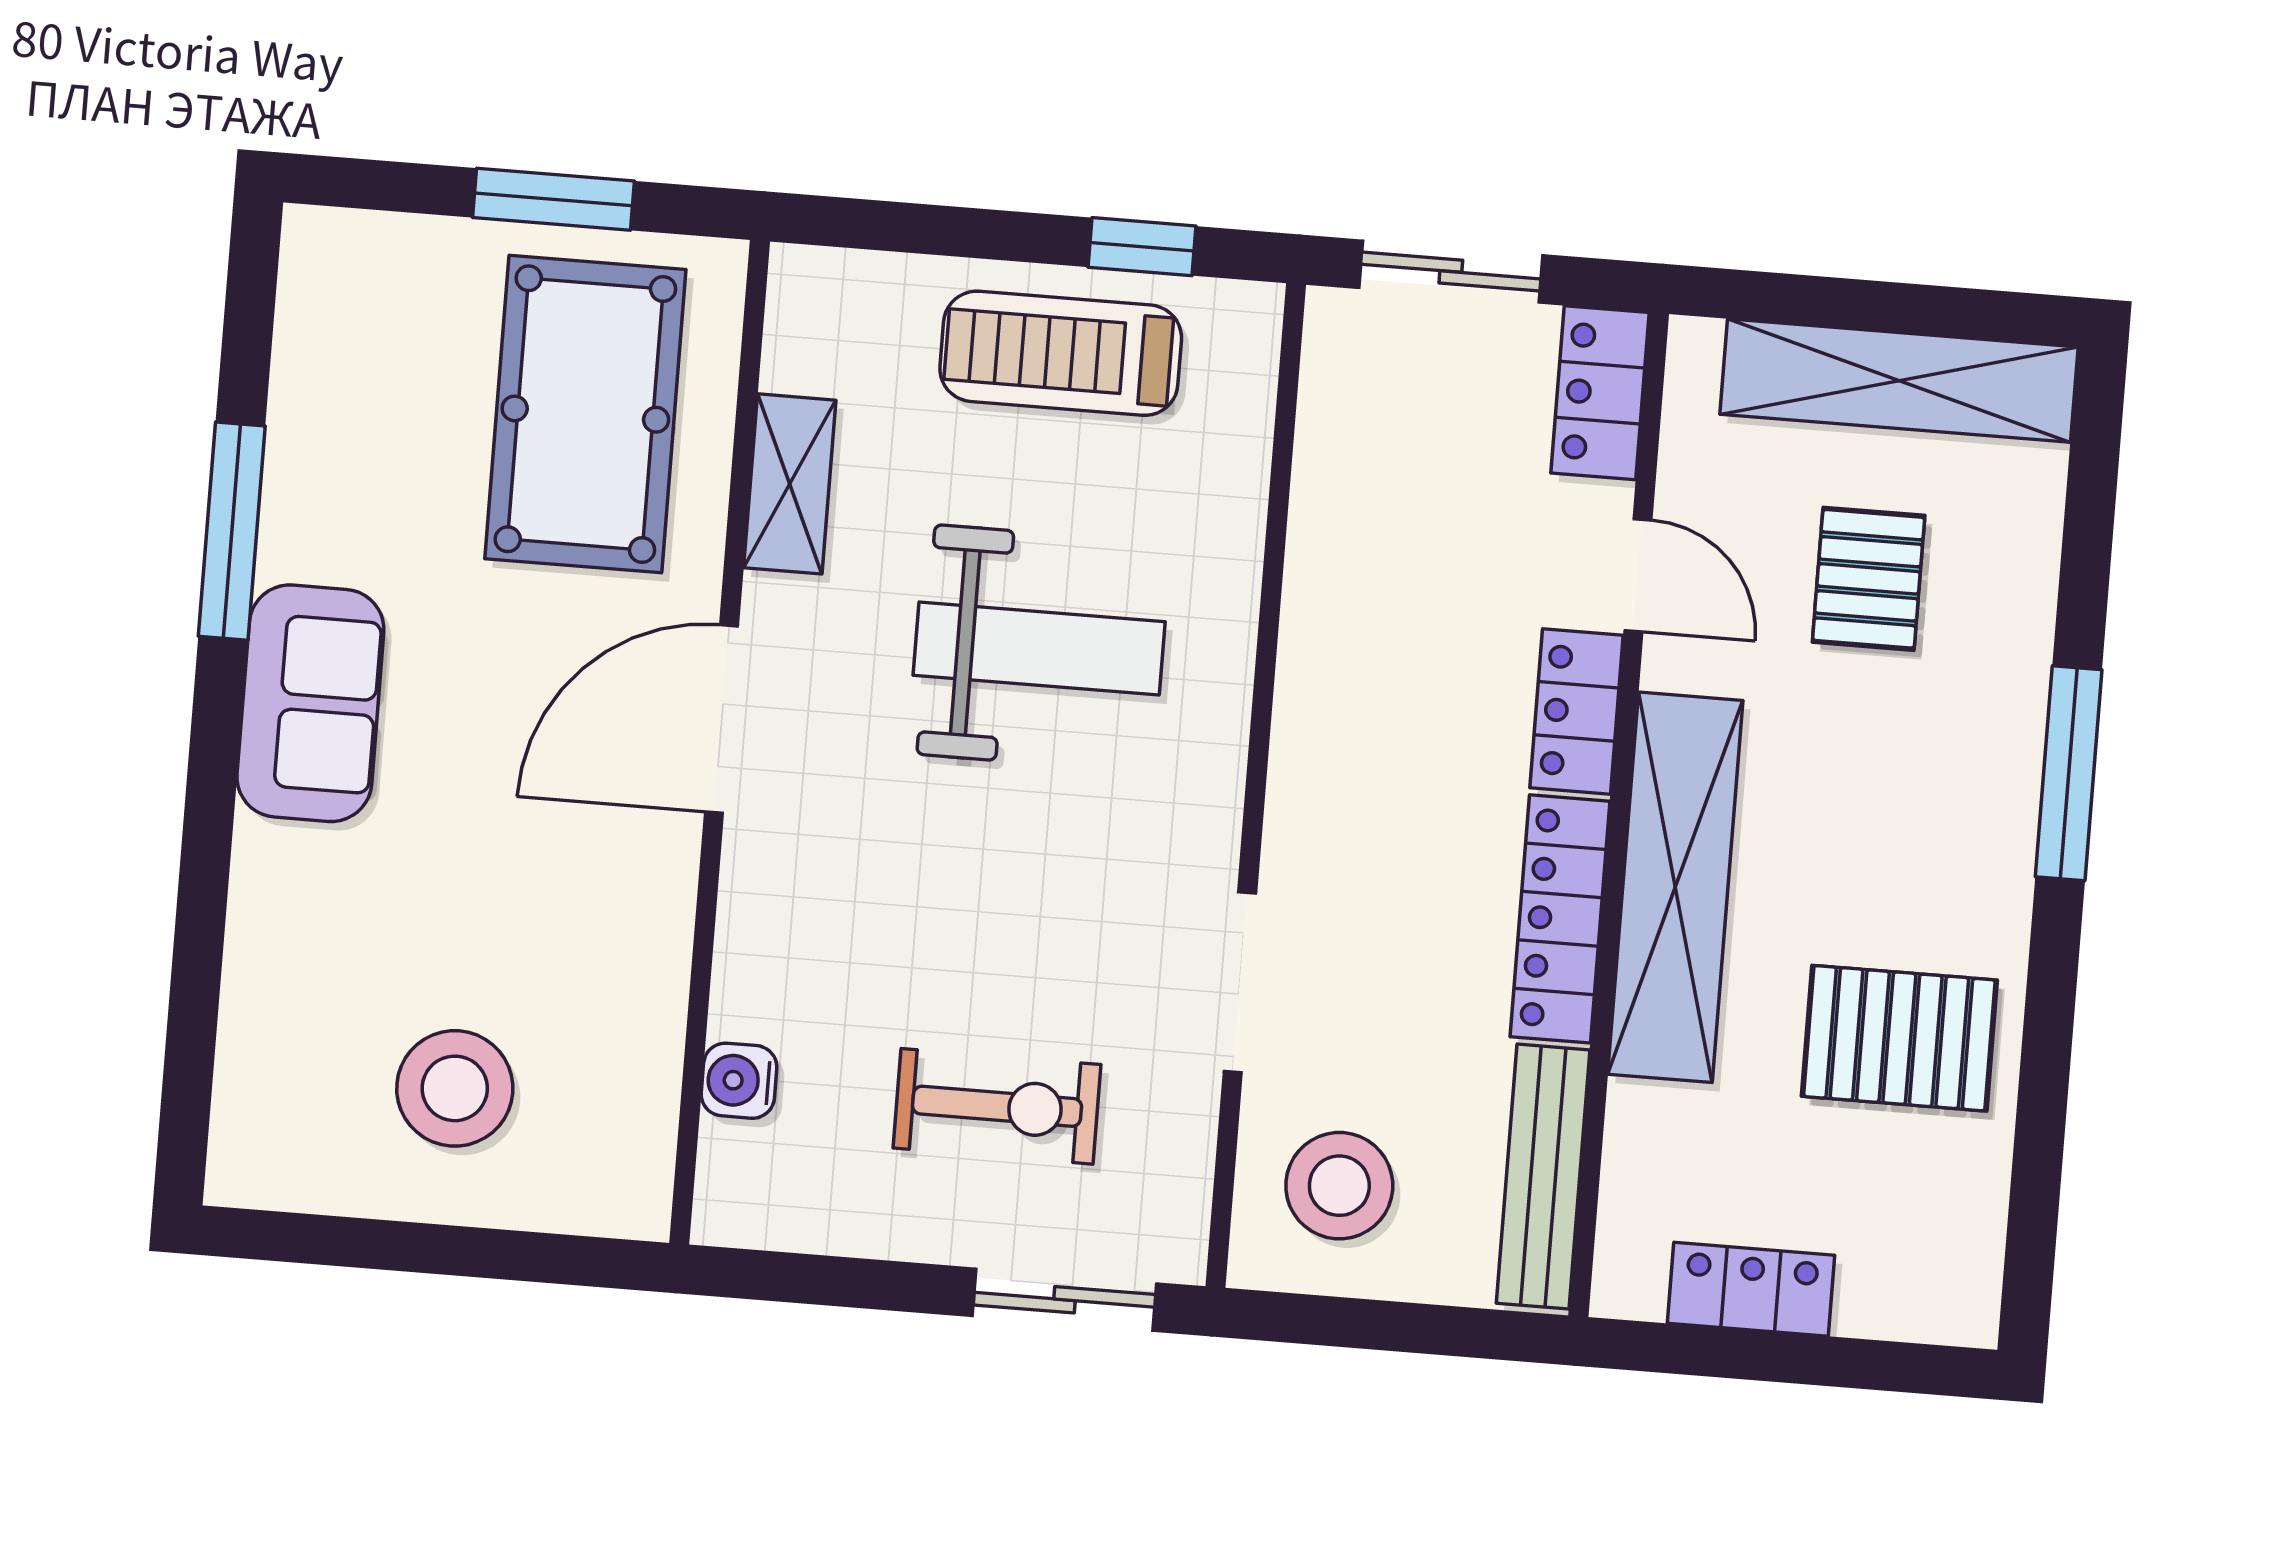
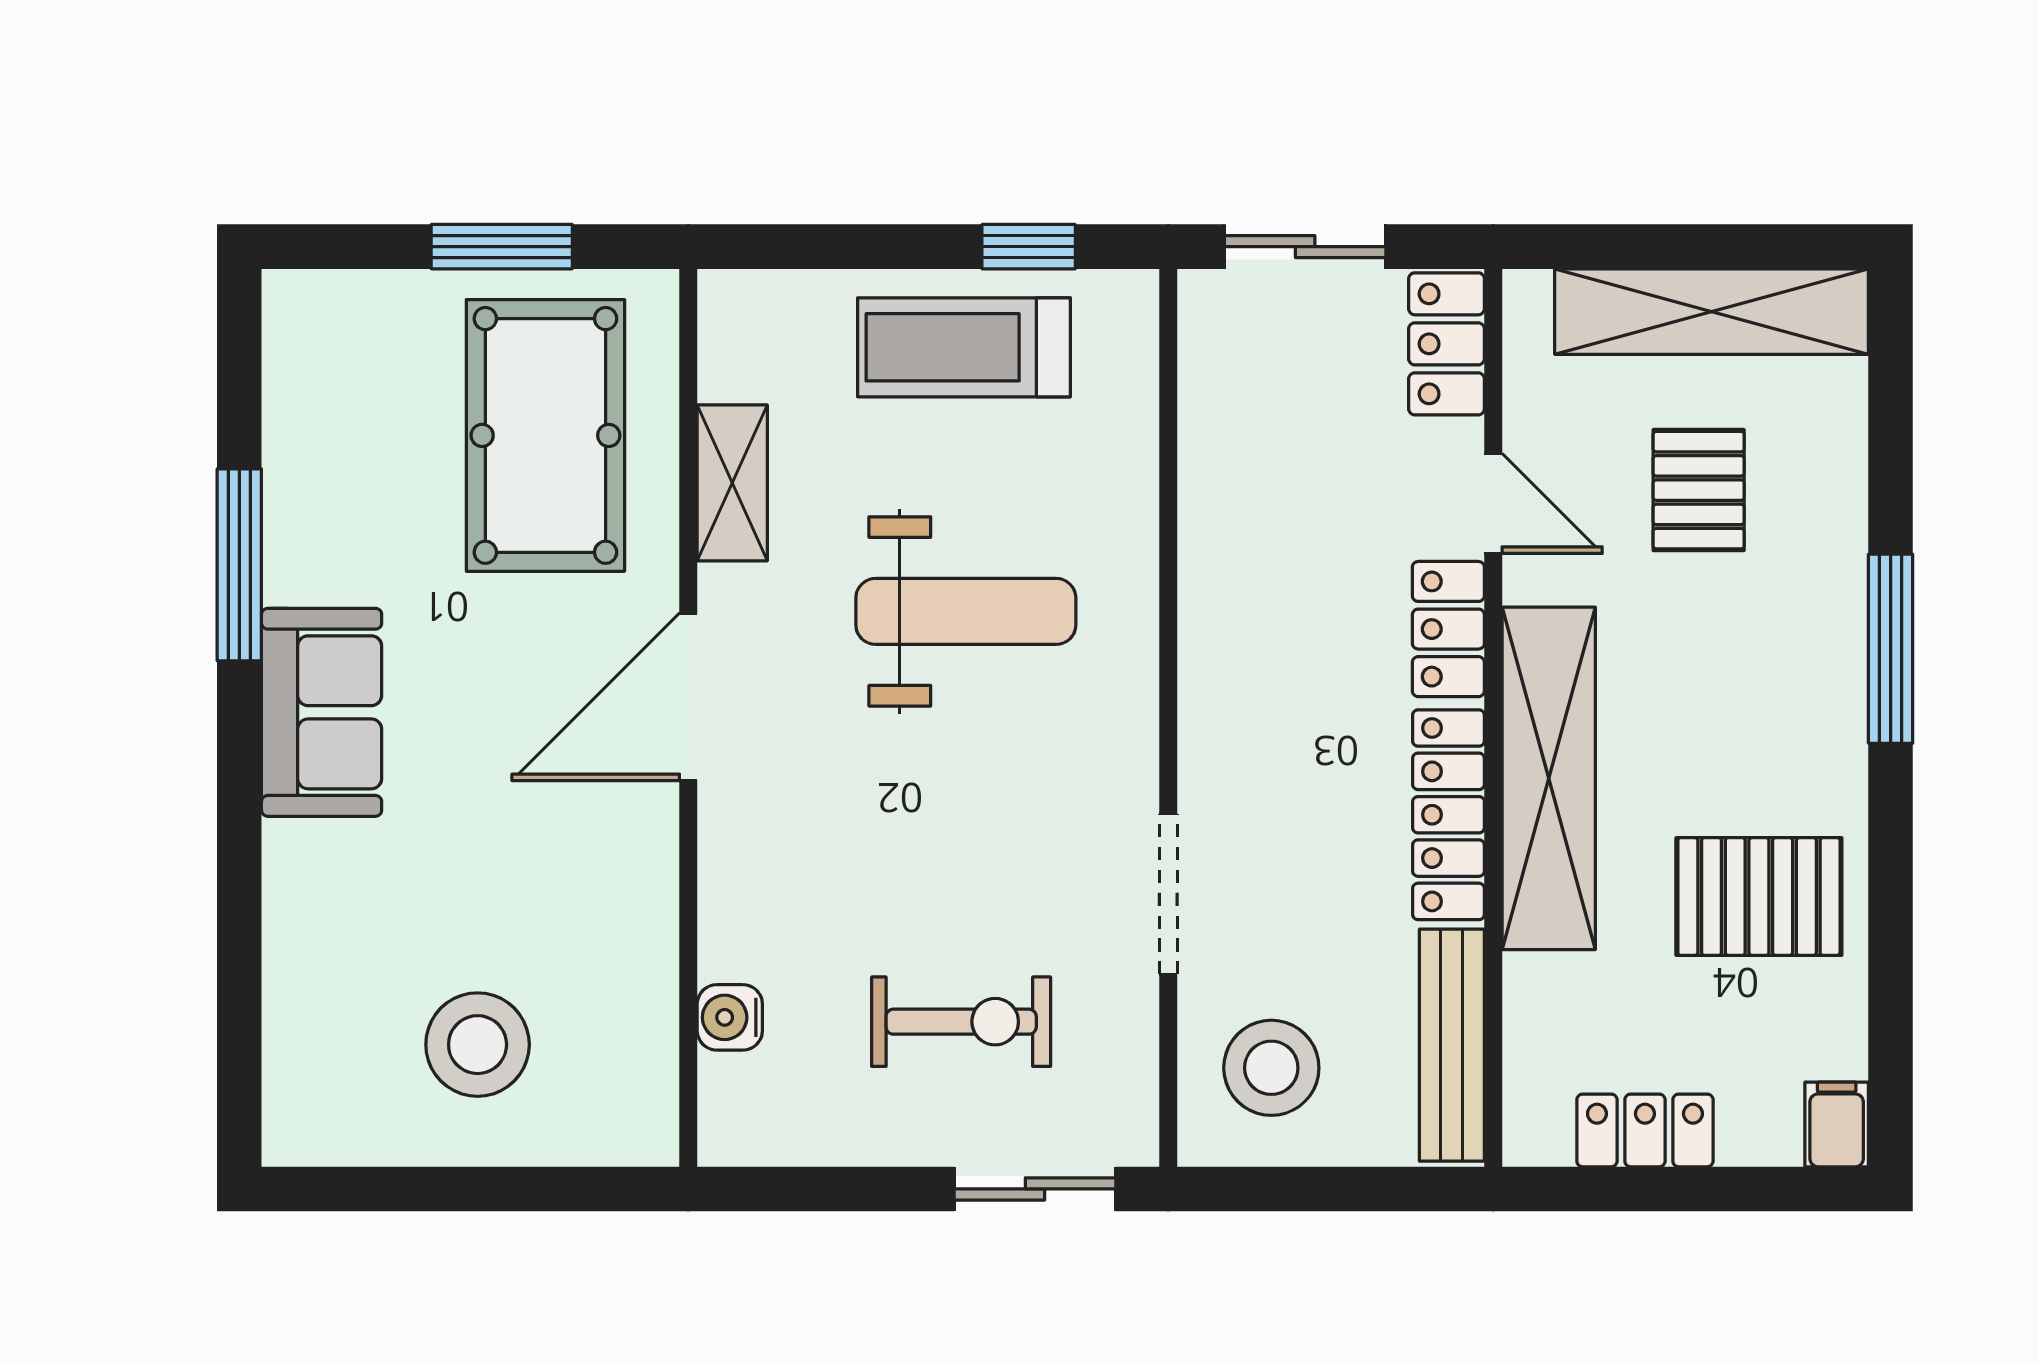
filing cabinet: (1966, 1300) -> (1837, 1124), added

